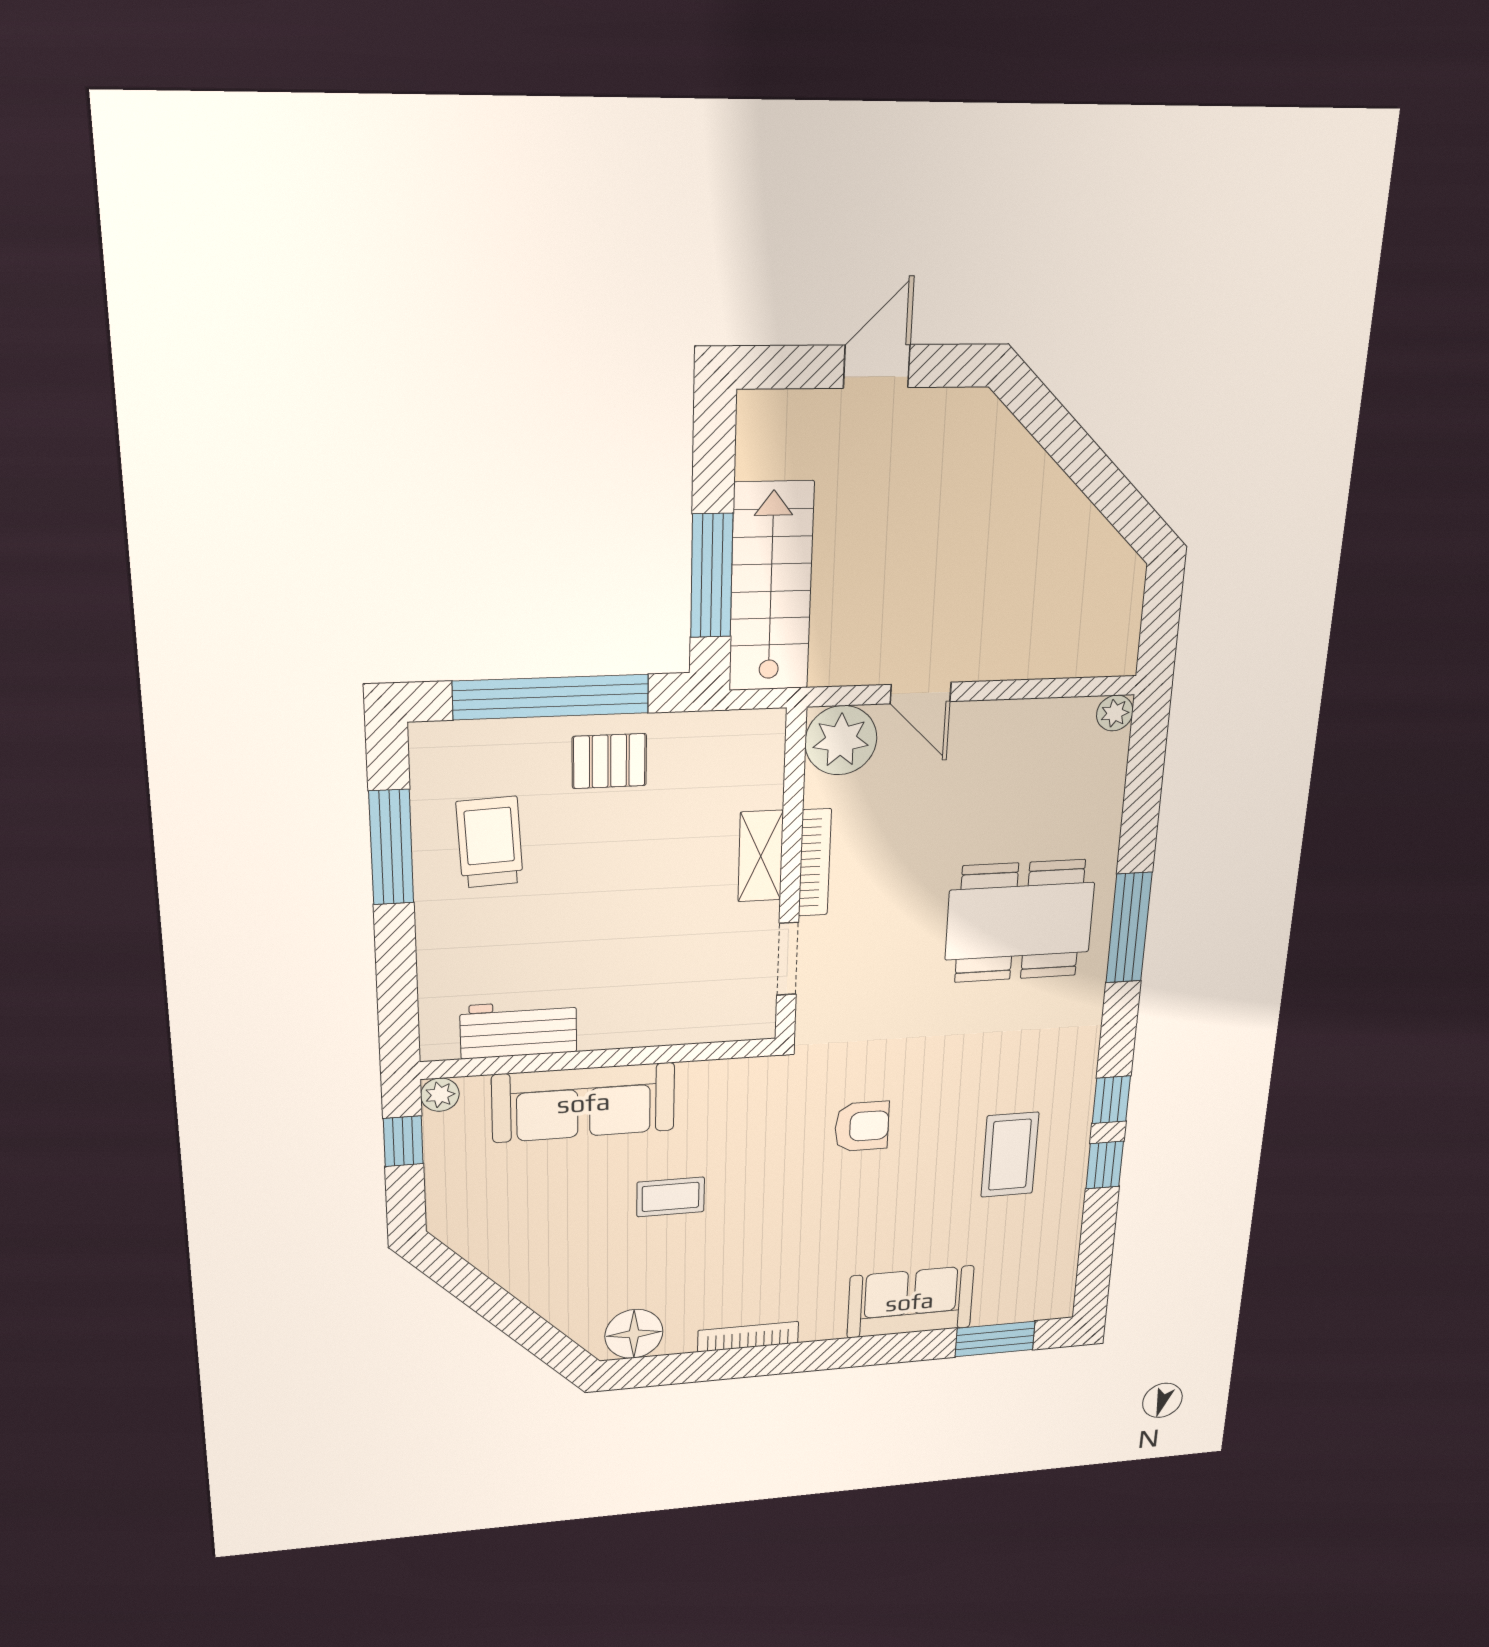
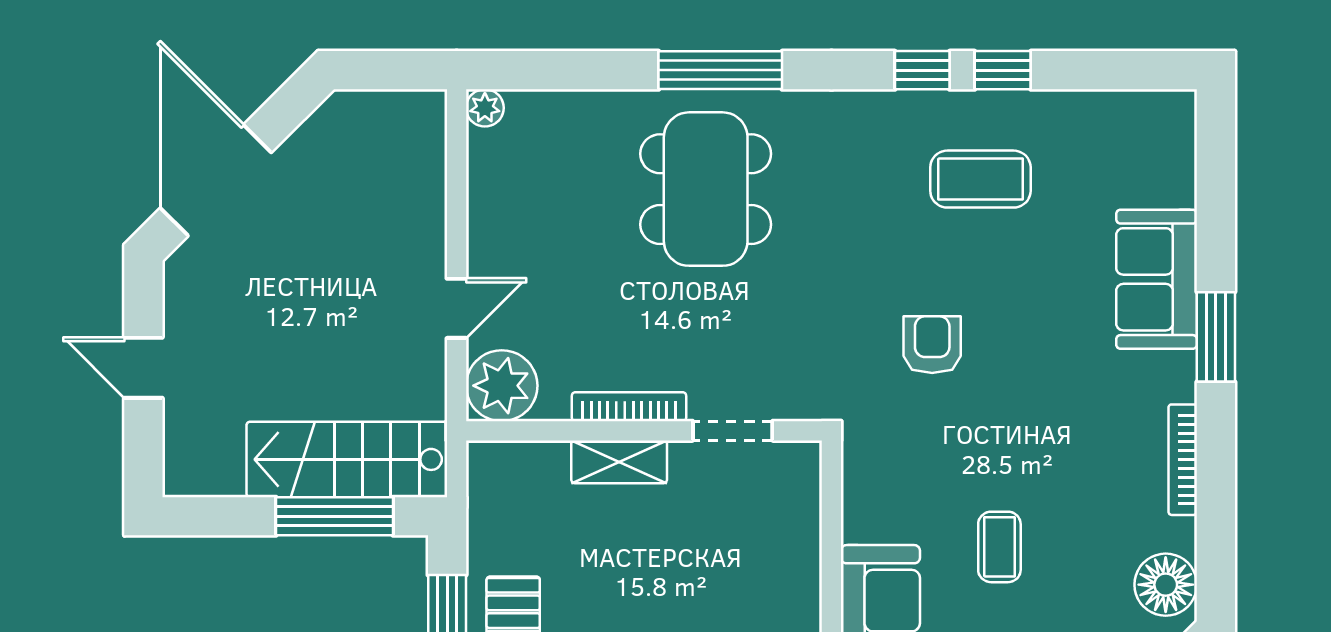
door: (1067, 443) -> (216, 180), added
window: (995, 1339) -> (1216, 337), moved

